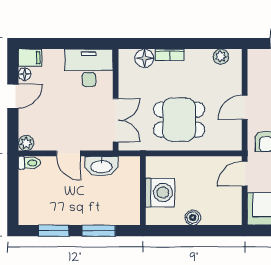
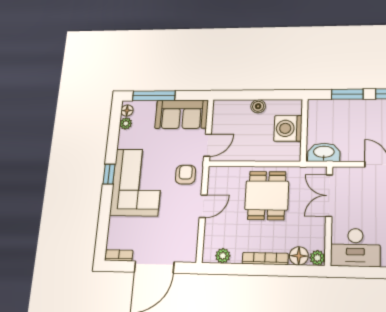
bookcase: (170, 55) -> (265, 259), width x1.56
plant: (126, 57) -> (317, 258), added
dining table: (179, 120) -> (267, 195), turned 90
washbasin: (101, 166) -> (324, 152), moved

